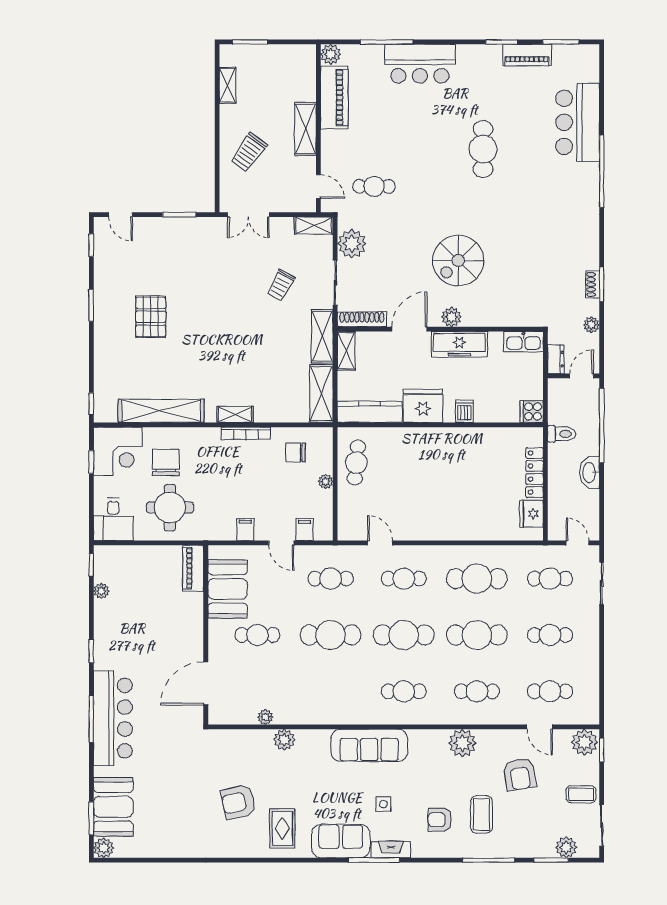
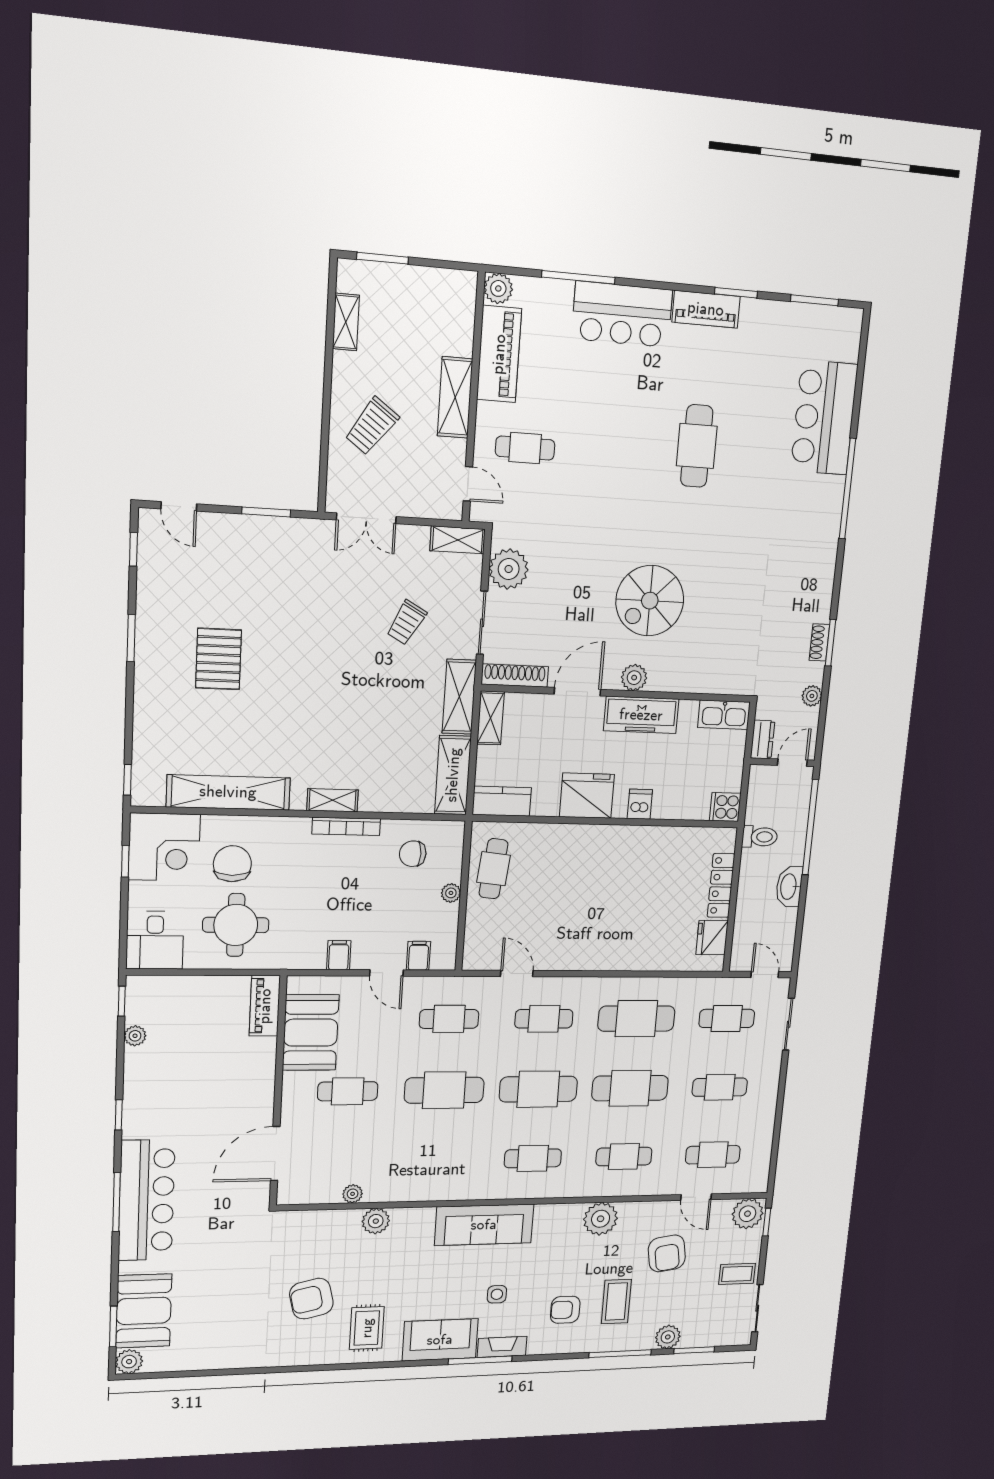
piano: (527, 55) -> (706, 309), moved
cafe table: (374, 186) -> (525, 448), moved
kitchen counter: (370, 412) -> (502, 801), width x0.67
plant: (566, 847) -> (668, 1337), moved

